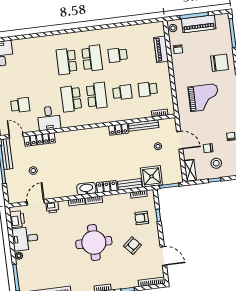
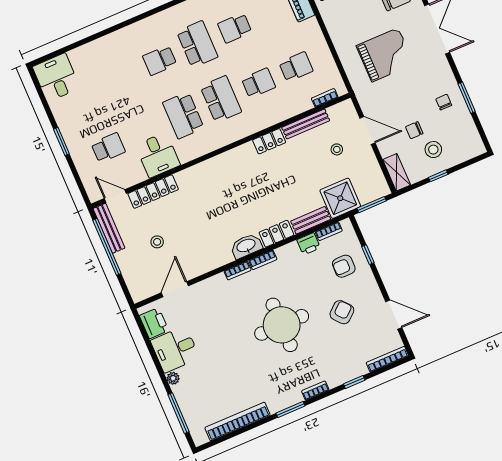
school desk: (67, 61) -> (160, 60), width x0.54
school desk: (148, 89) -> (296, 67), turned 180
printer: (52, 207) -> (309, 244), moved

